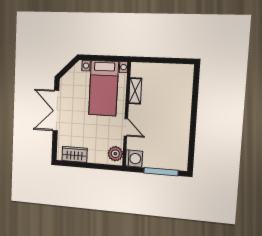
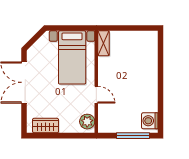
shelving: (135, 91) -> (104, 43), moved
washing machine: (134, 159) -> (150, 121), moved, turned 180

